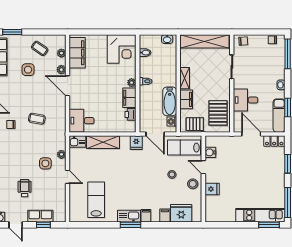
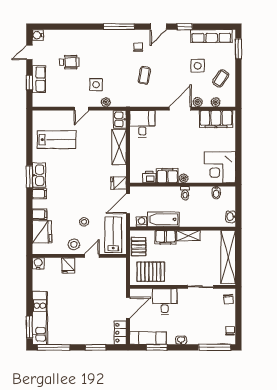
water cooler: (210, 152) -> (38, 263), moved

